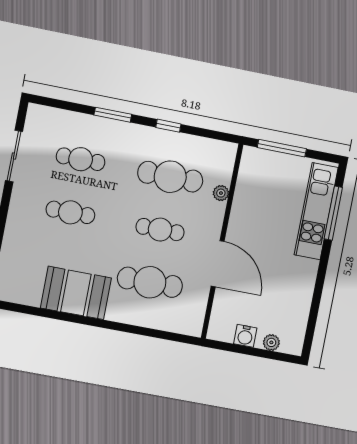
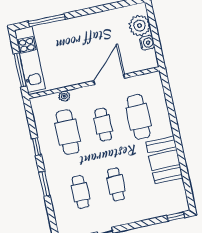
kitchen unit: (316, 211) -> (30, 59), moved, turned -90
plant: (271, 342) -> (139, 26), width x1.87, depth x1.87

